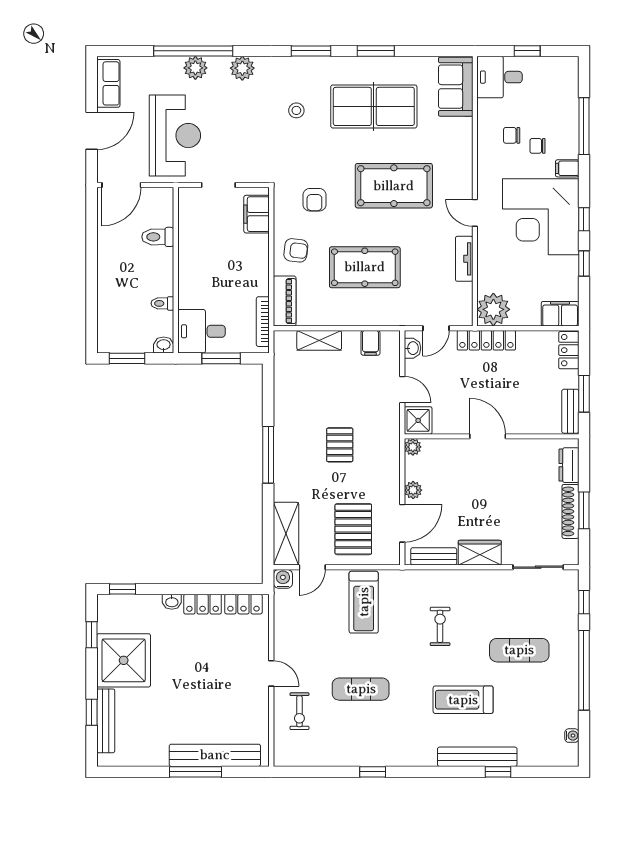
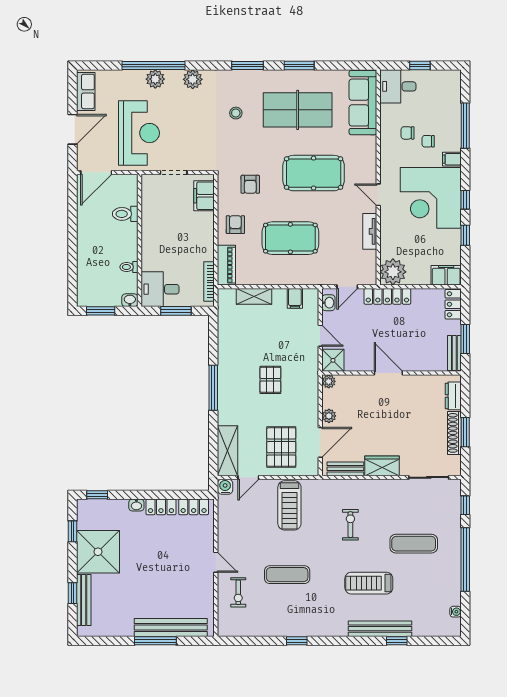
sofa: (456, 87) -> (363, 103), width x1.36
armchair: (296, 250) -> (235, 225), turned -97

